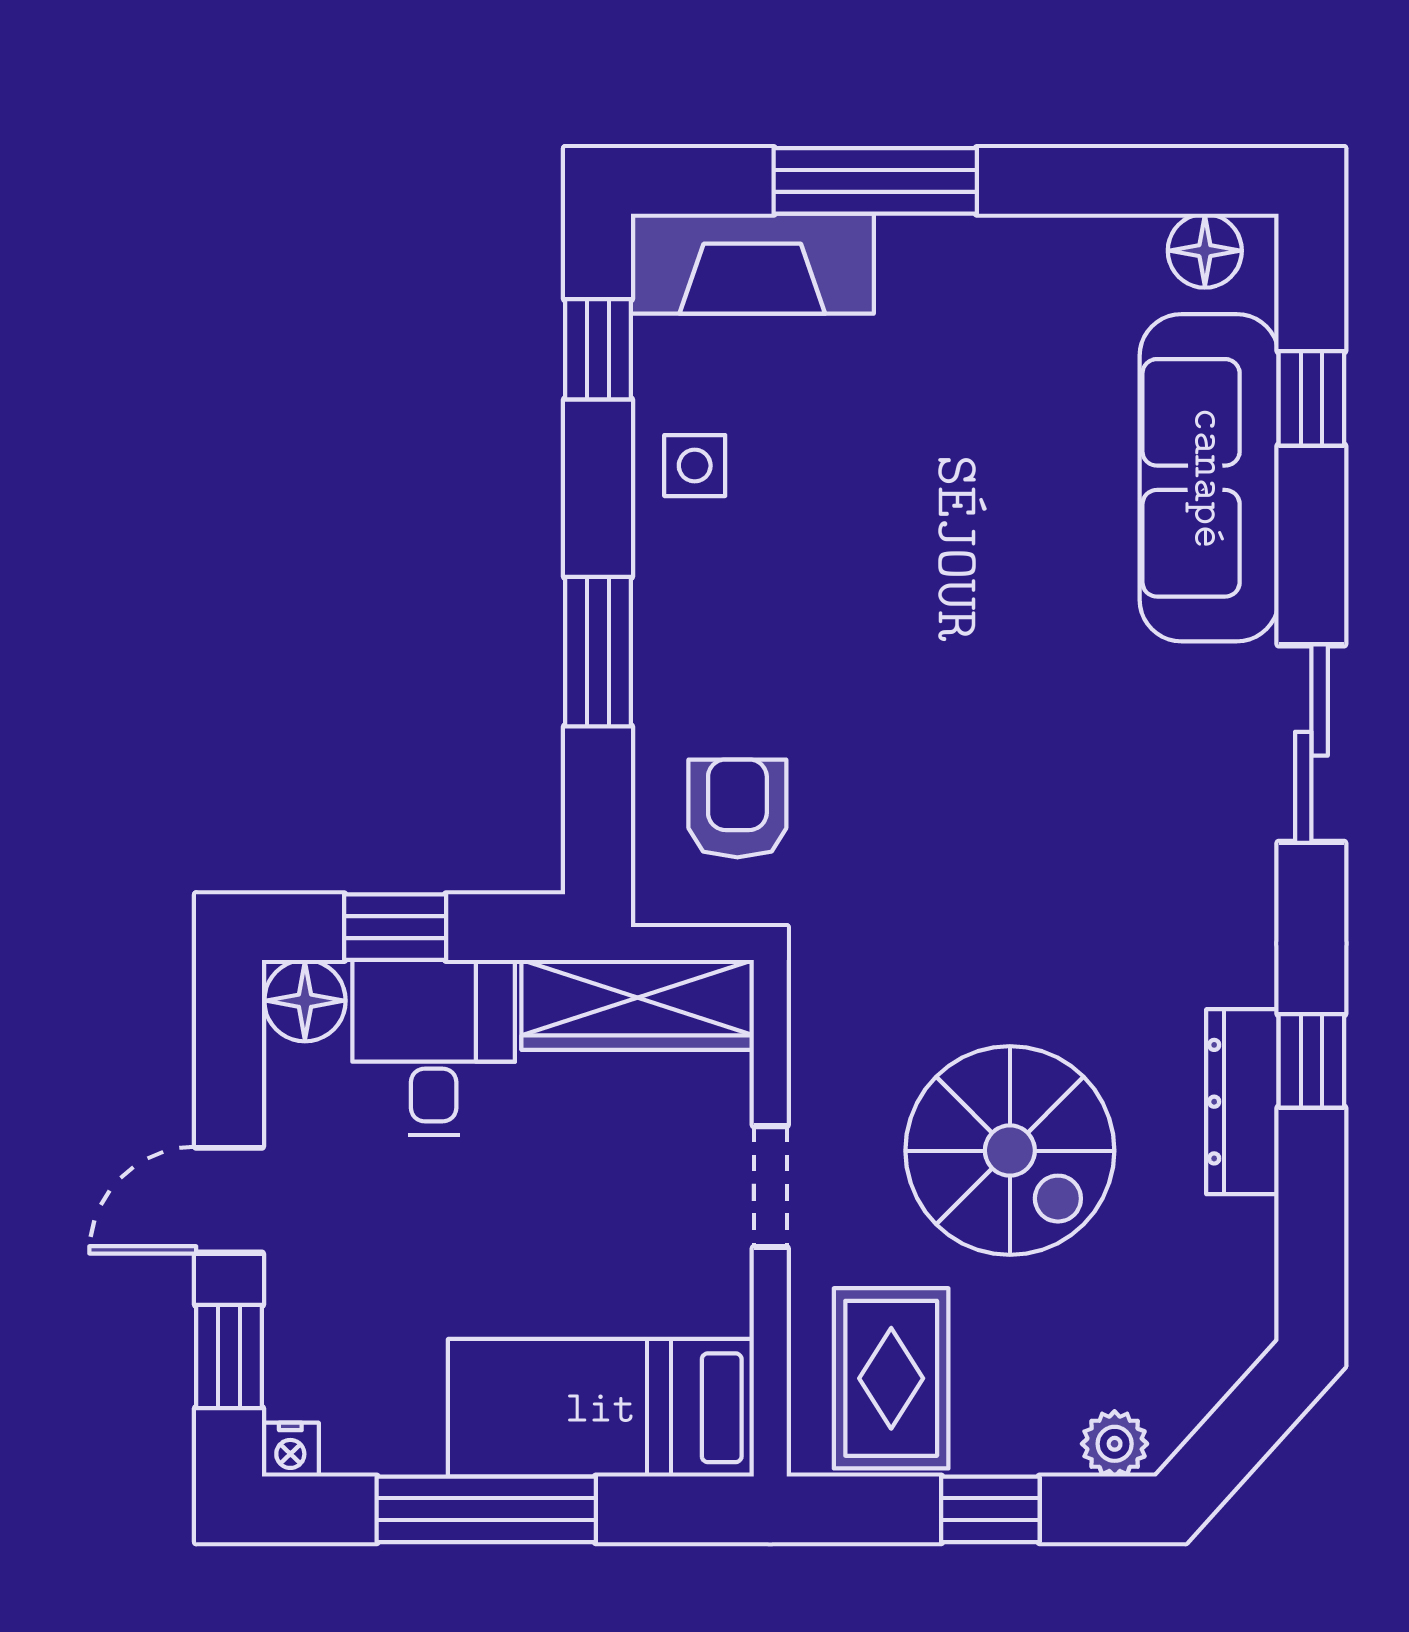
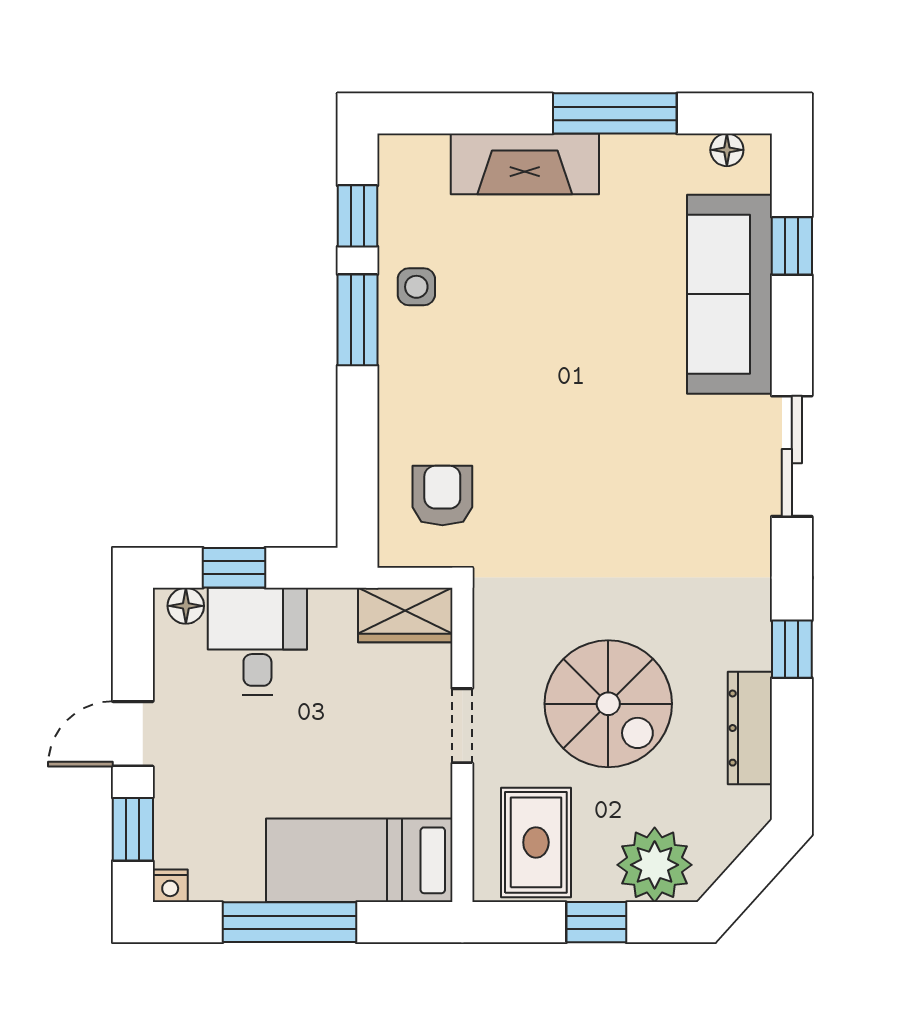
window: (875, 181) -> (615, 113), moved
floor lamp: (1205, 251) -> (727, 150), width x0.73, depth x0.73
fireplace: (752, 264) -> (525, 164), moved
window: (598, 652) -> (357, 320), moved
floor lamp: (305, 1001) -> (186, 606), width x0.73, depth x0.73
wardrobe: (638, 1005) -> (405, 615), width x0.67
dresser: (1242, 1102) -> (750, 728), moved
plant: (1115, 1444) -> (655, 865), width x1.88, depth x1.88

